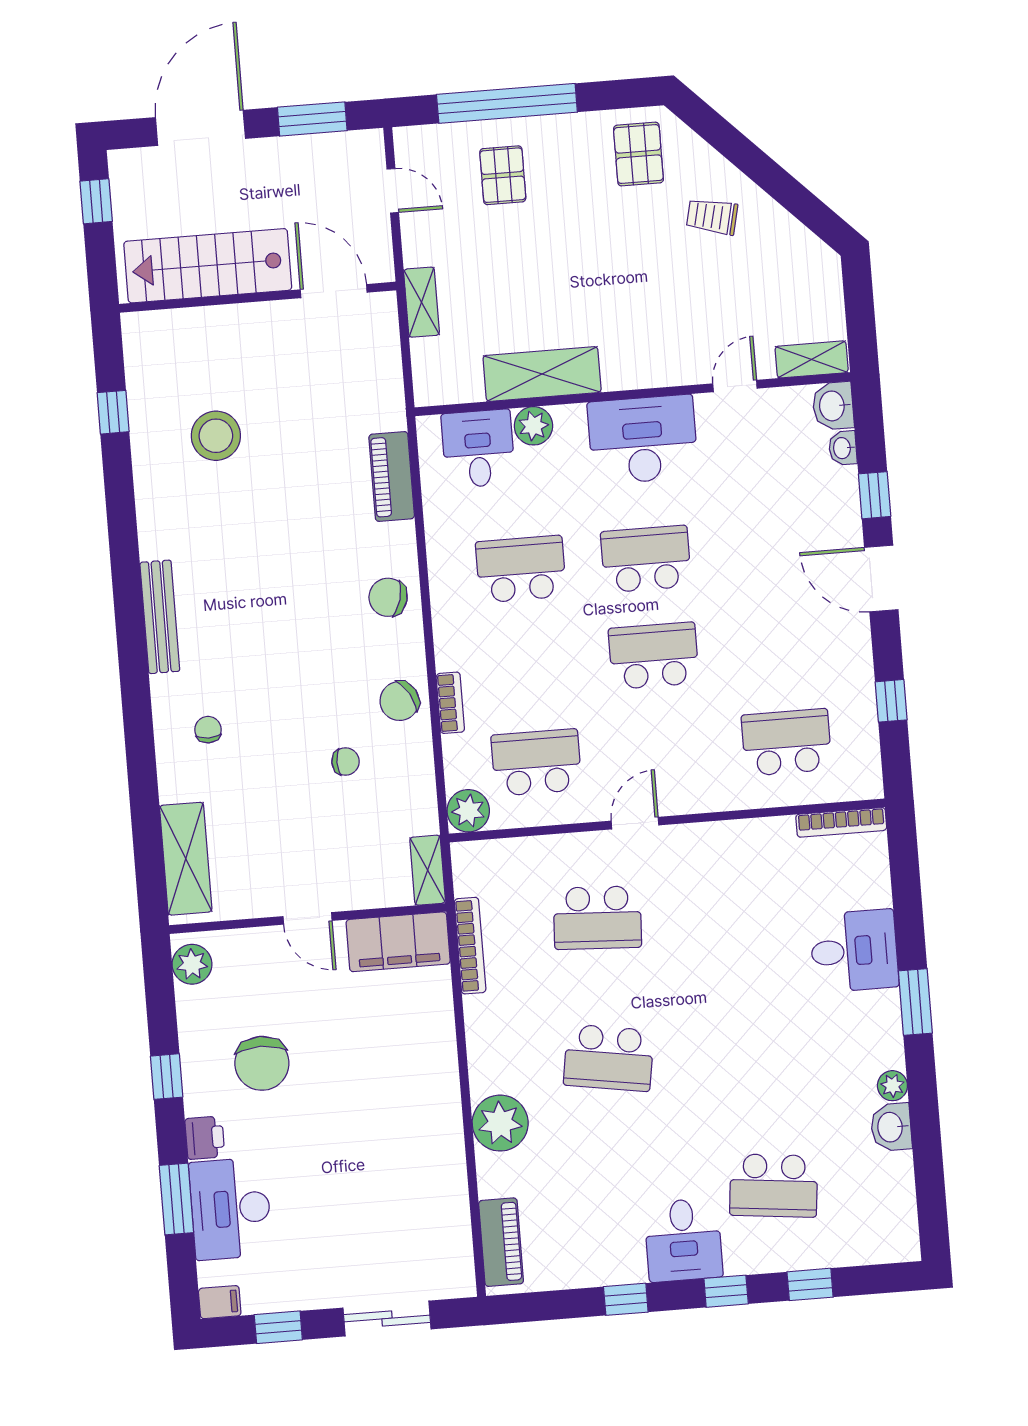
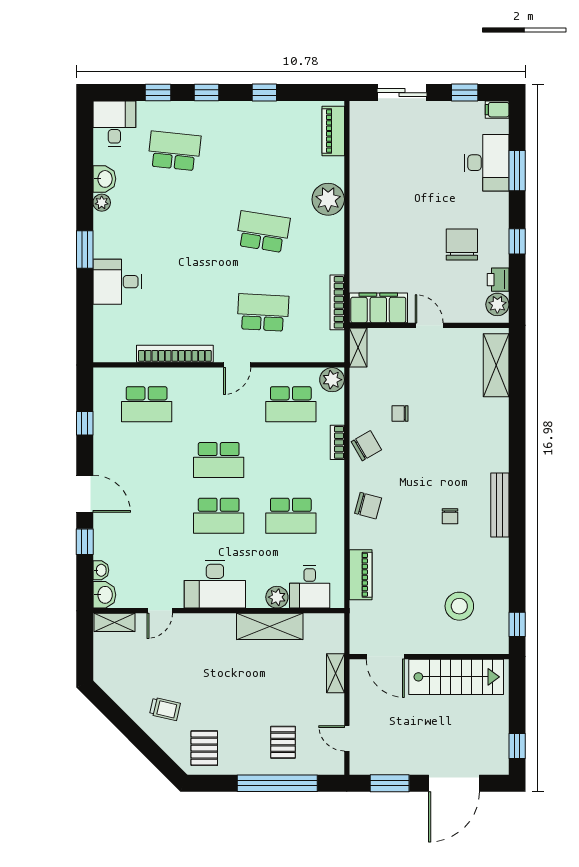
stairs: (208, 266) -> (456, 677), moved
door: (334, 291) -> (385, 657), moved
wall: (258, 297) -> (429, 657), moved
chair: (208, 730) -> (450, 516), moved
bookcase: (841, 822) -> (175, 354), moved, width x1.48, depth x1.31
printer: (205, 1138) -> (498, 280), moved
desk: (683, 1240) -> (114, 124), moved

